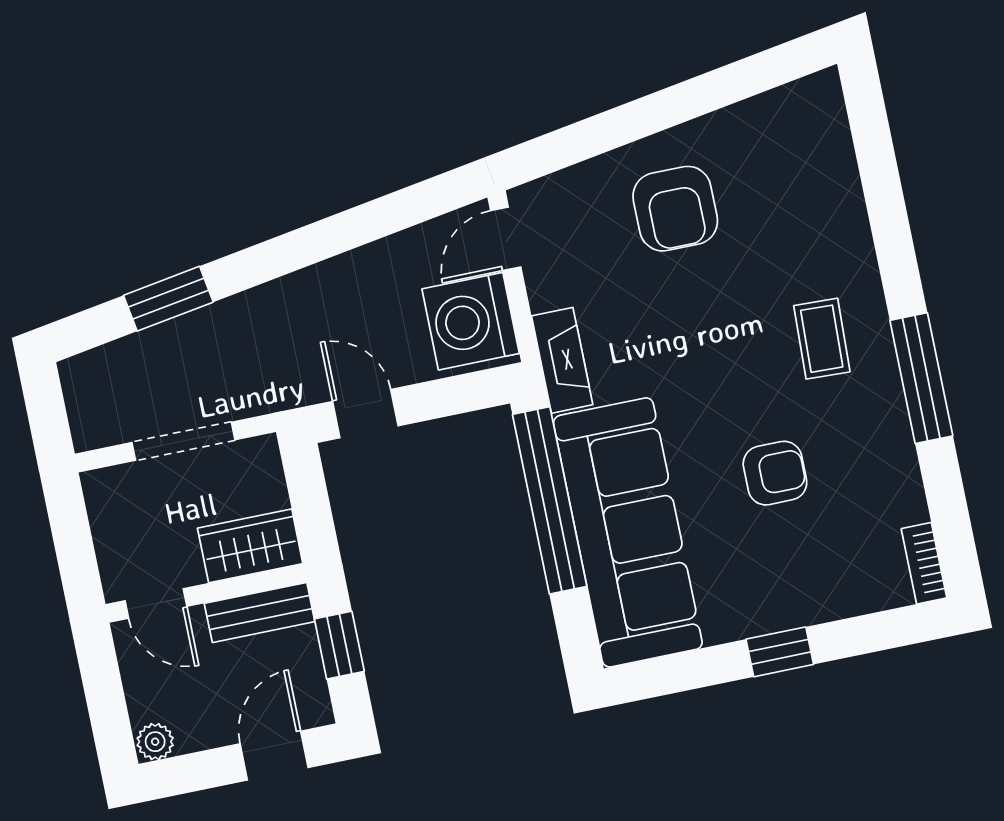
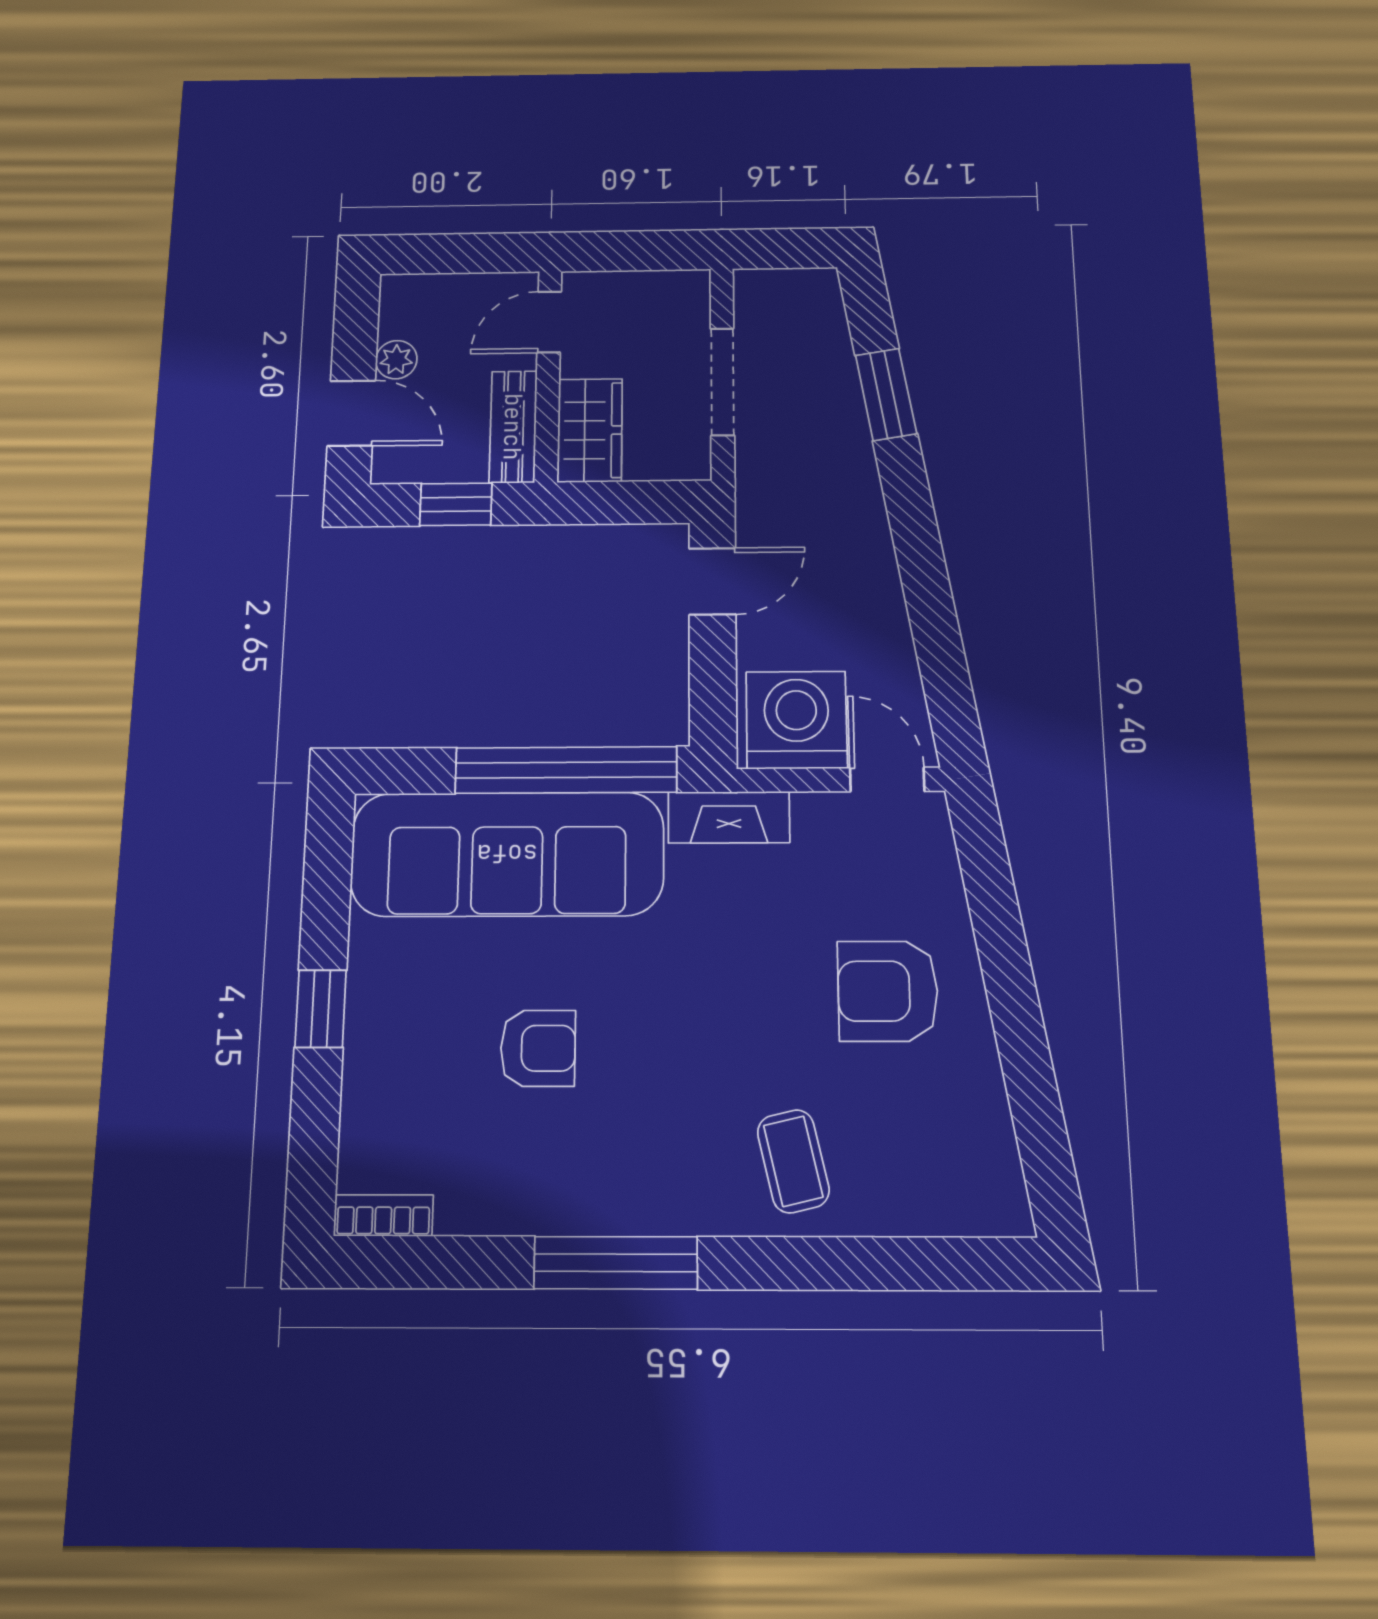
coffee table: (822, 339) -> (793, 1161), moved, turned 75
armchair: (775, 473) -> (538, 1048), turned -90
plant: (155, 742) -> (396, 360), moved

